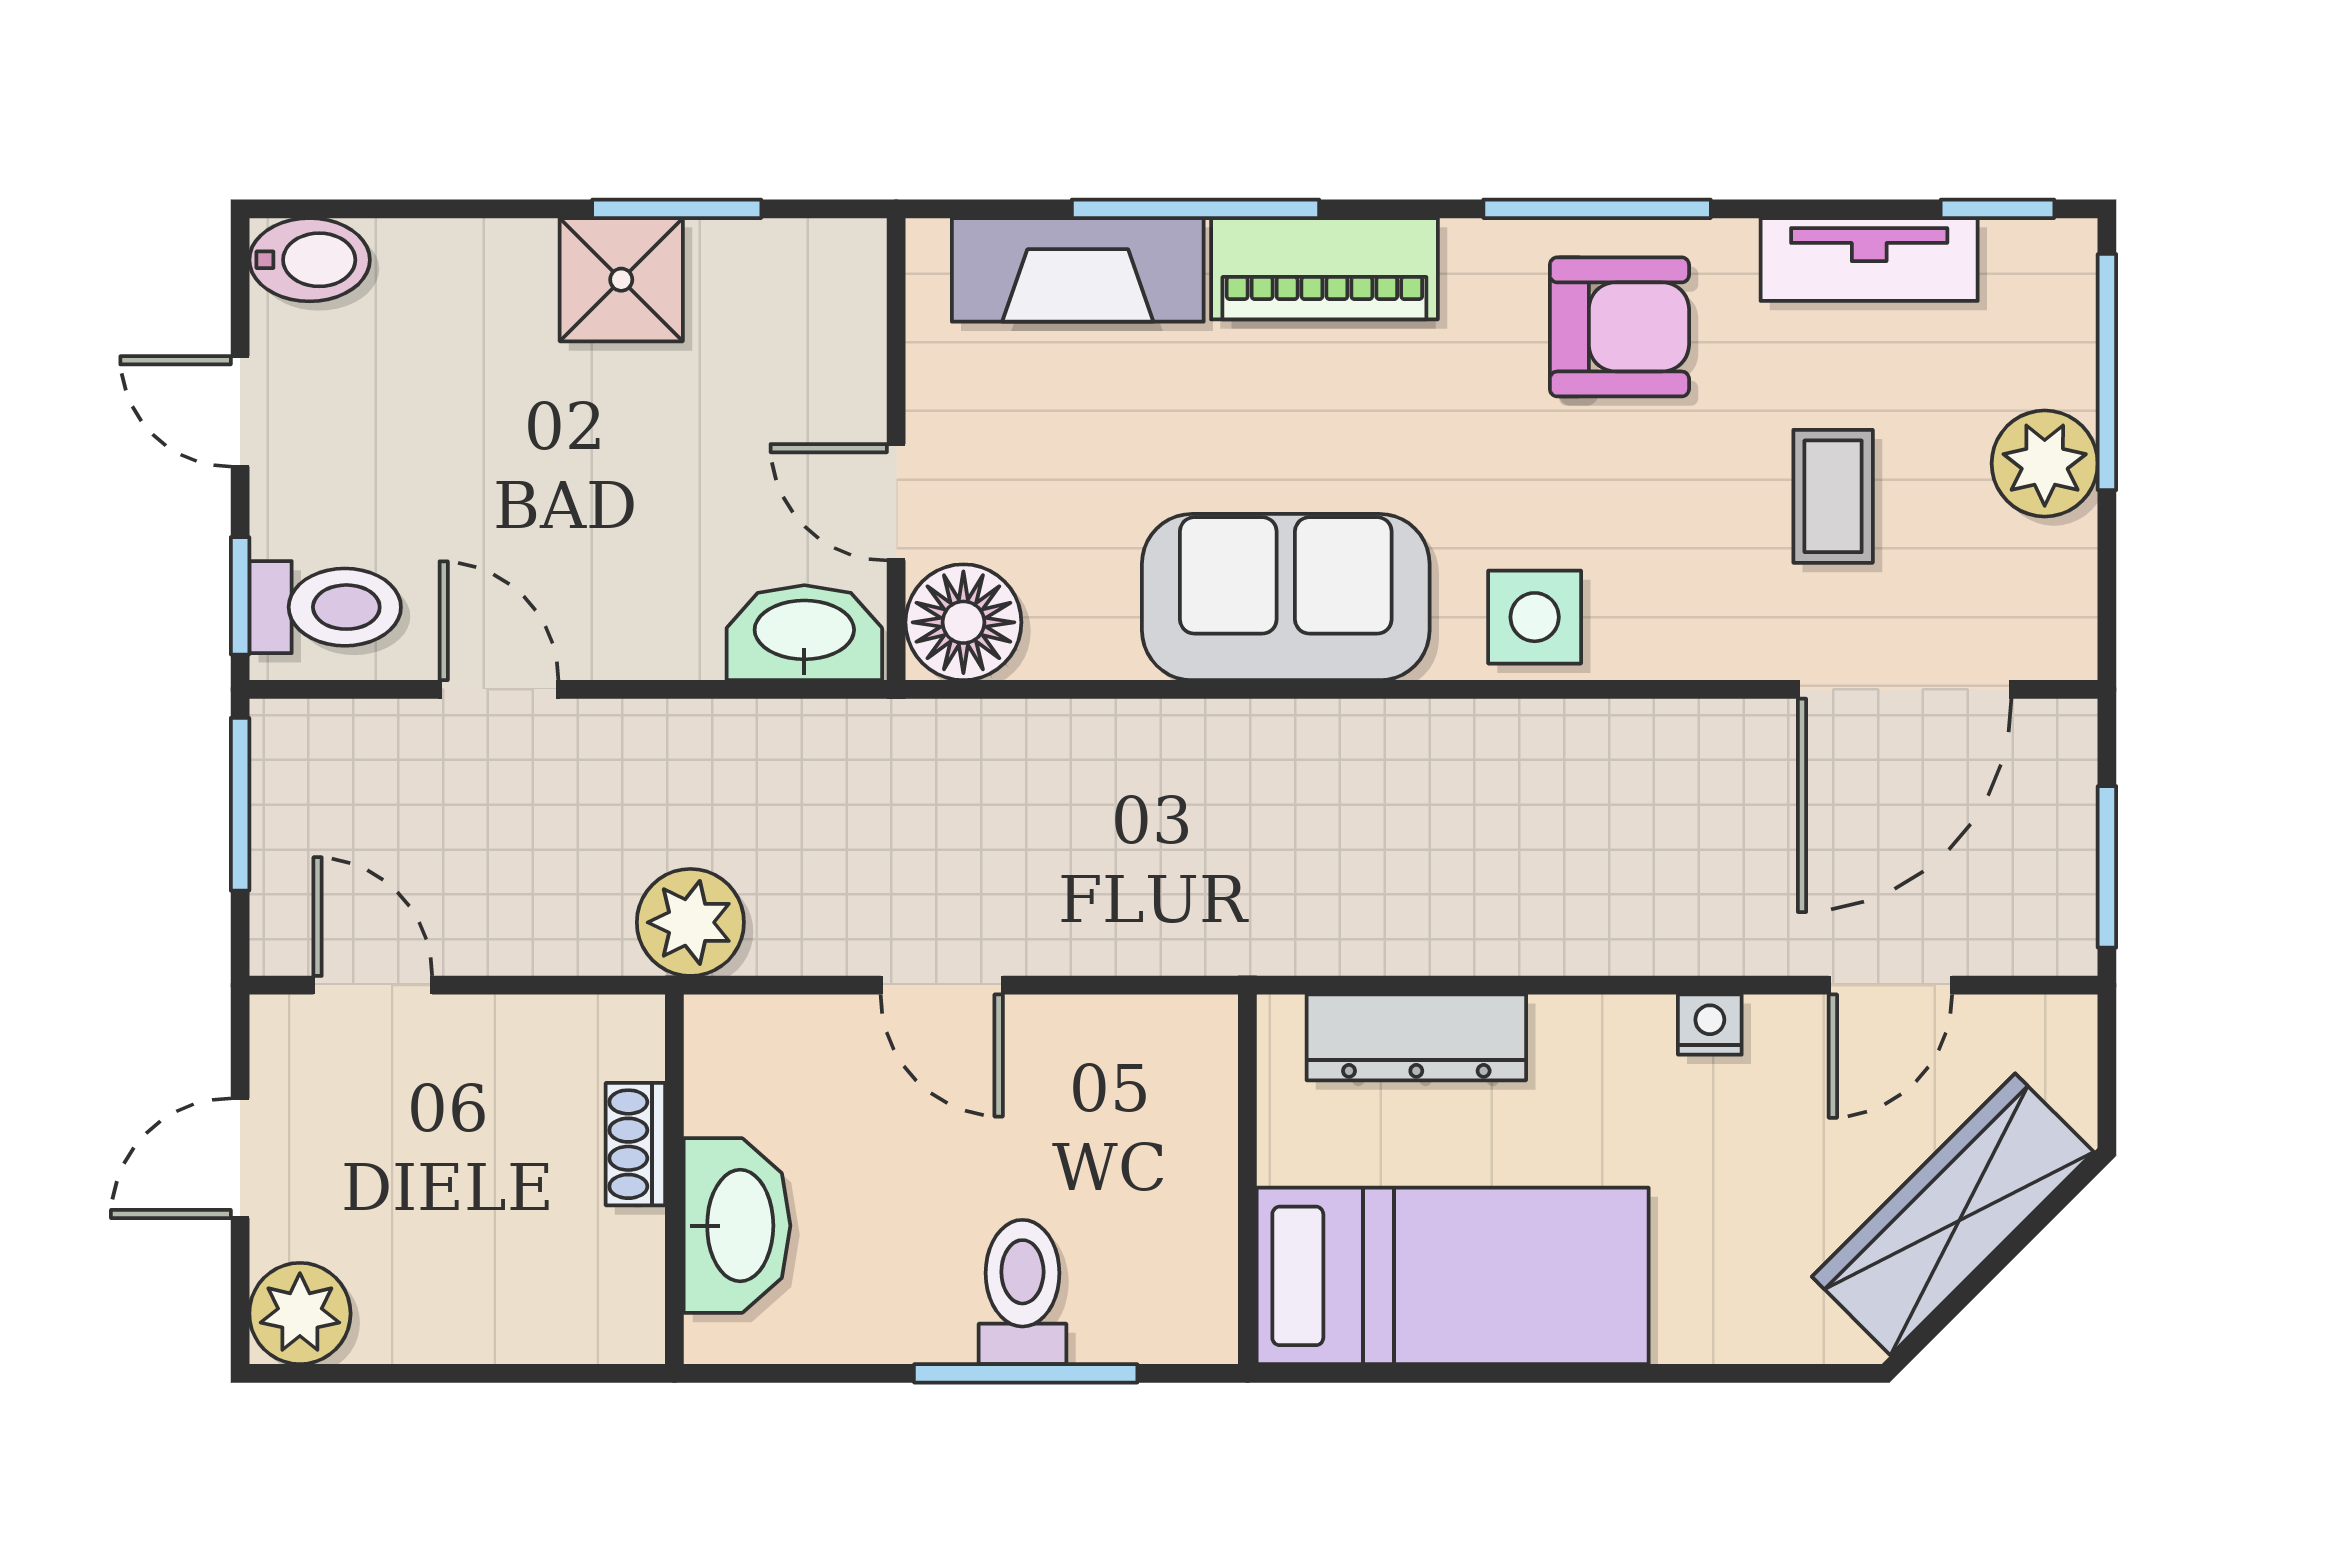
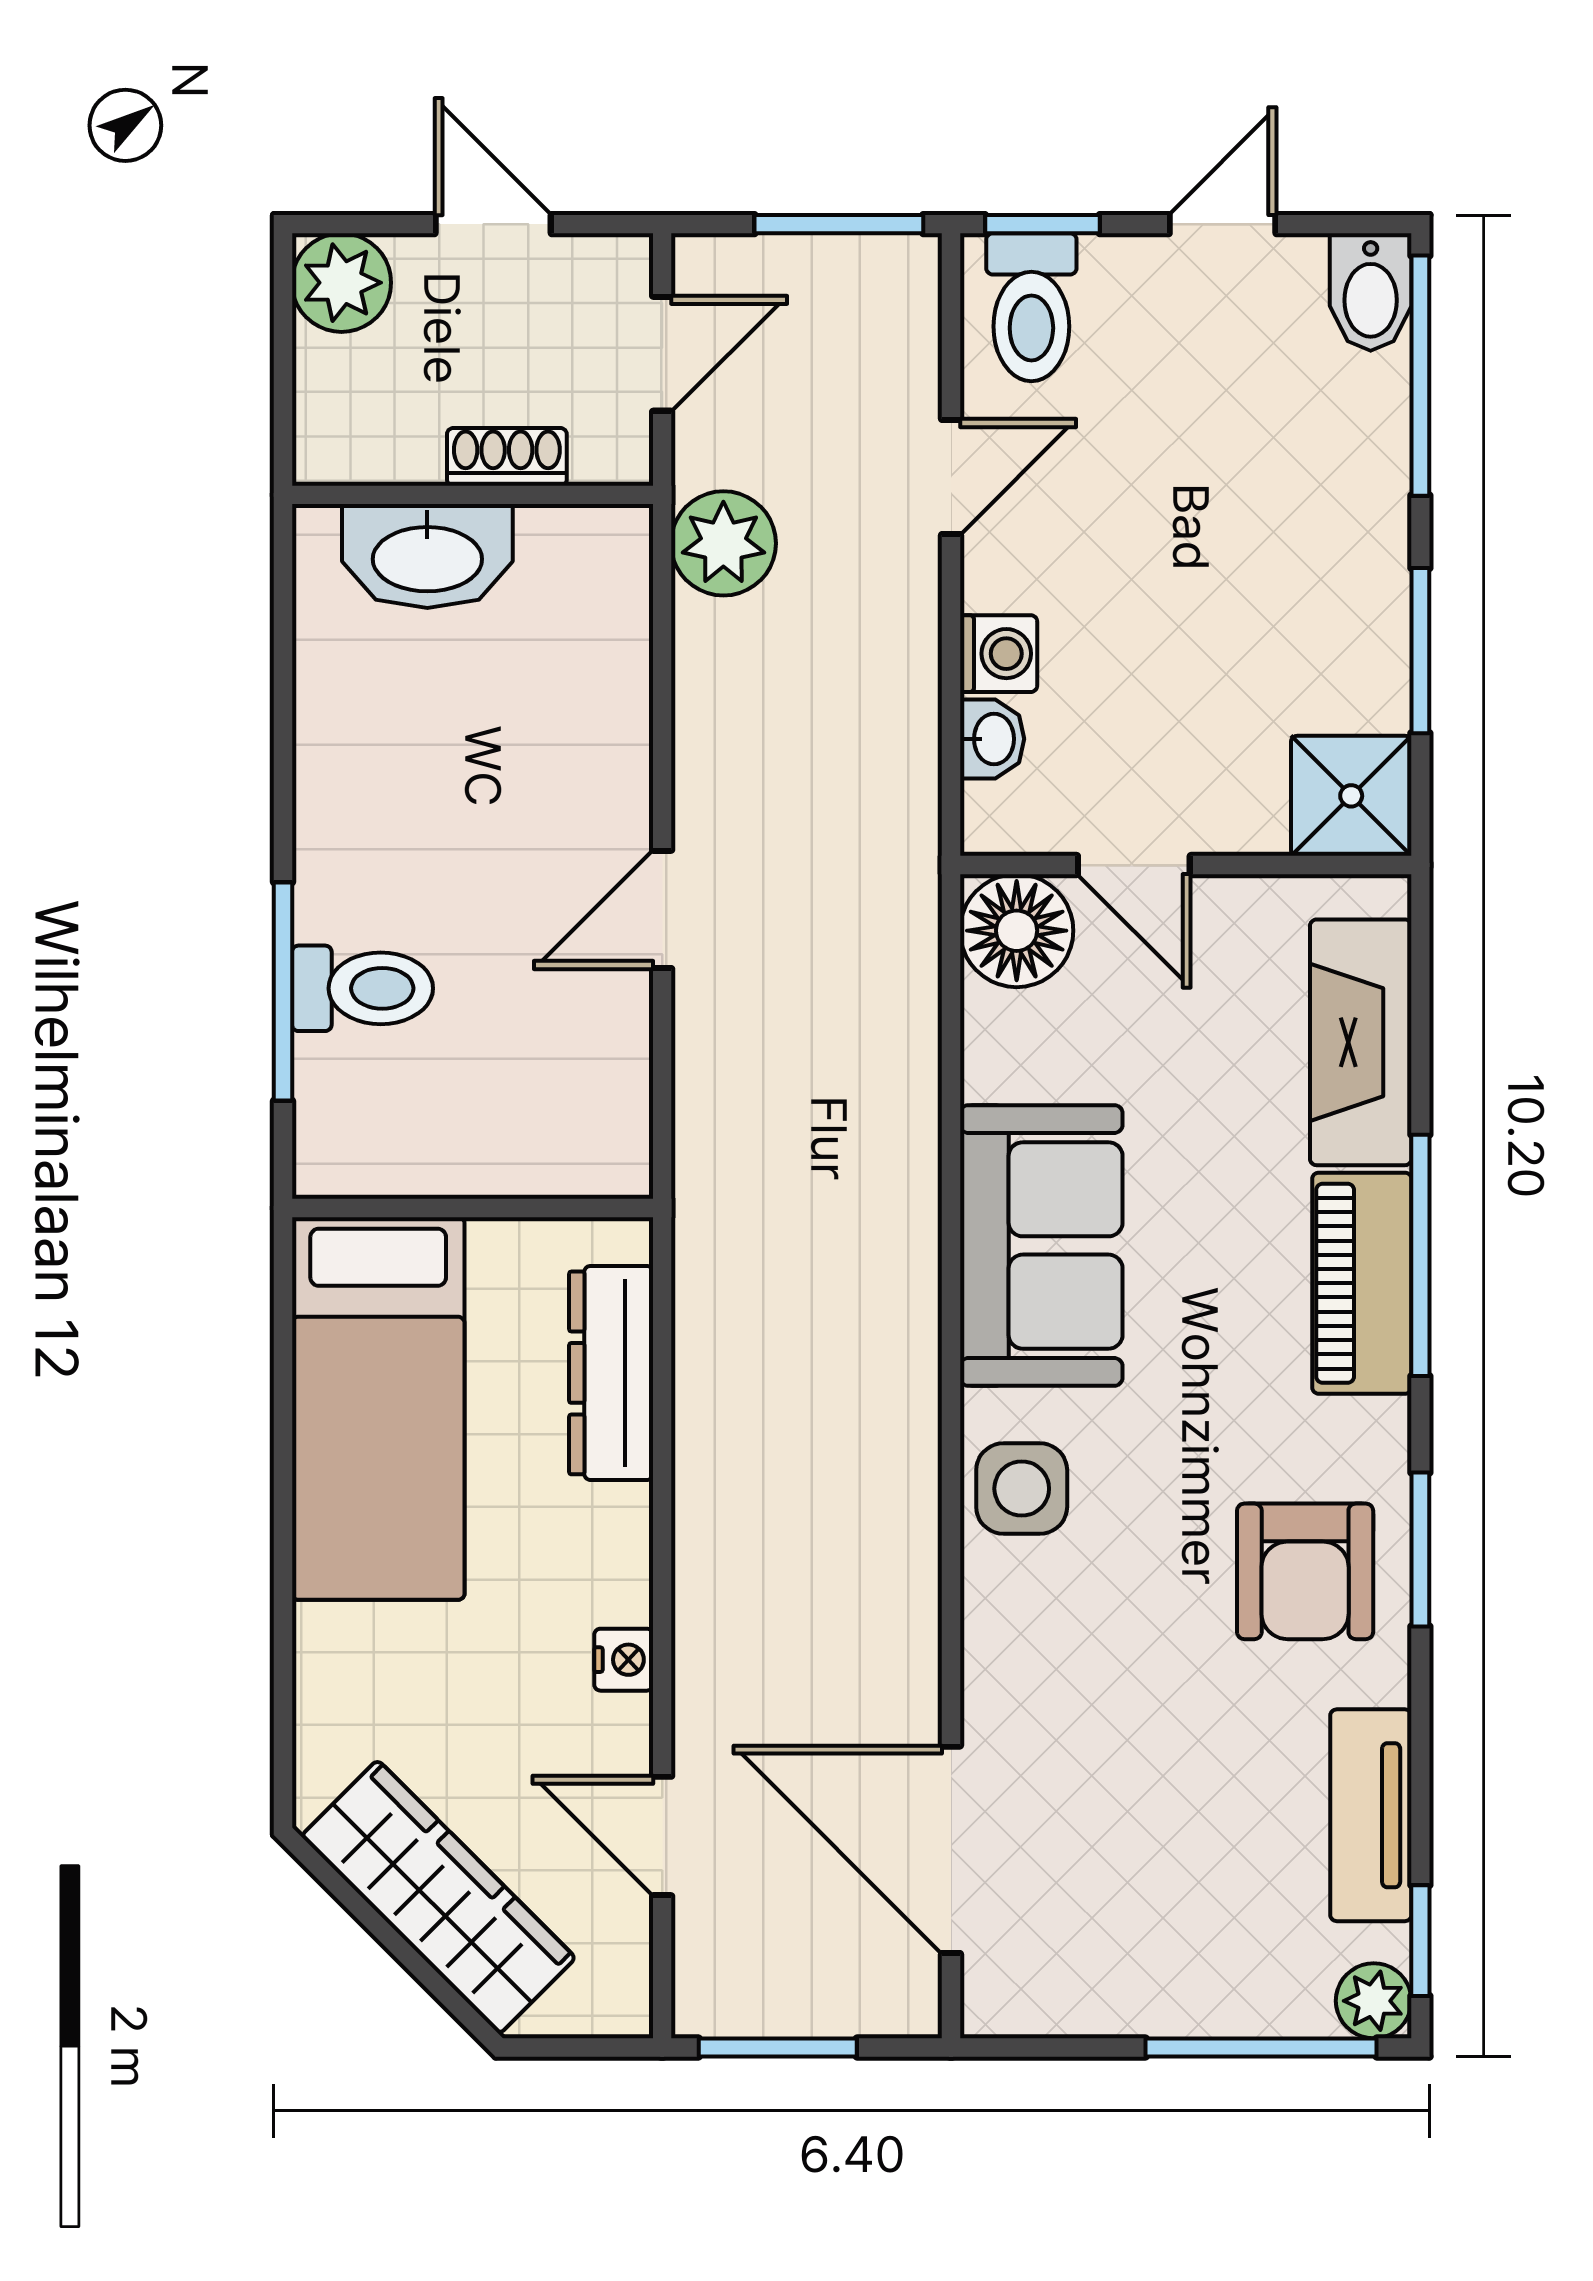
window: (395, 209) -> (1420, 376), added
window: (1195, 209) -> (1420, 1255), moved
window: (1597, 209) -> (1420, 1549), width x0.69
shower: (621, 280) -> (1351, 796), moved
plant: (2045, 463) -> (1374, 2001), moved, width x0.73, depth x0.73
coffee table: (1833, 496) -> (1140, 1780), removed
door: (896, 502) -> (1134, 865), swing flipped
washbasin: (804, 633) -> (992, 739), width x0.52, depth x0.69
washing machine: (680, 641) -> (999, 654), added
plant: (690, 922) -> (723, 543), moved
shoe rack: (635, 1144) -> (507, 457), moved
wall: (674, 1179) -> (473, 495), moved
washbasin: (737, 1226) -> (427, 556), moved

